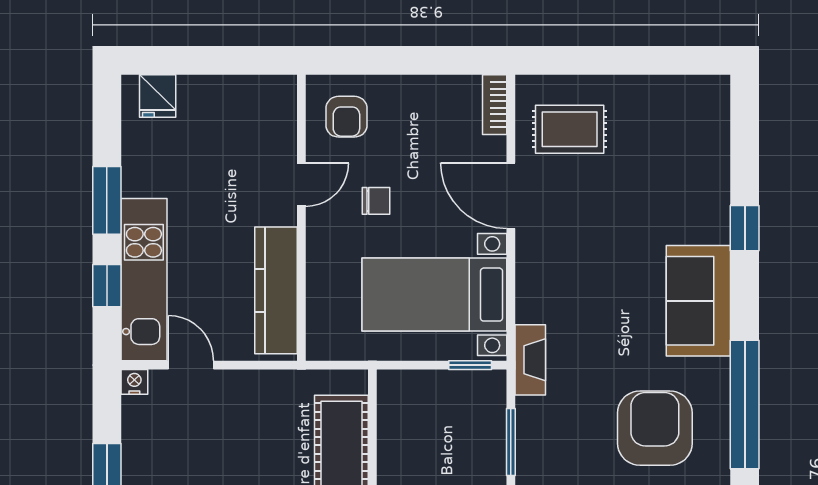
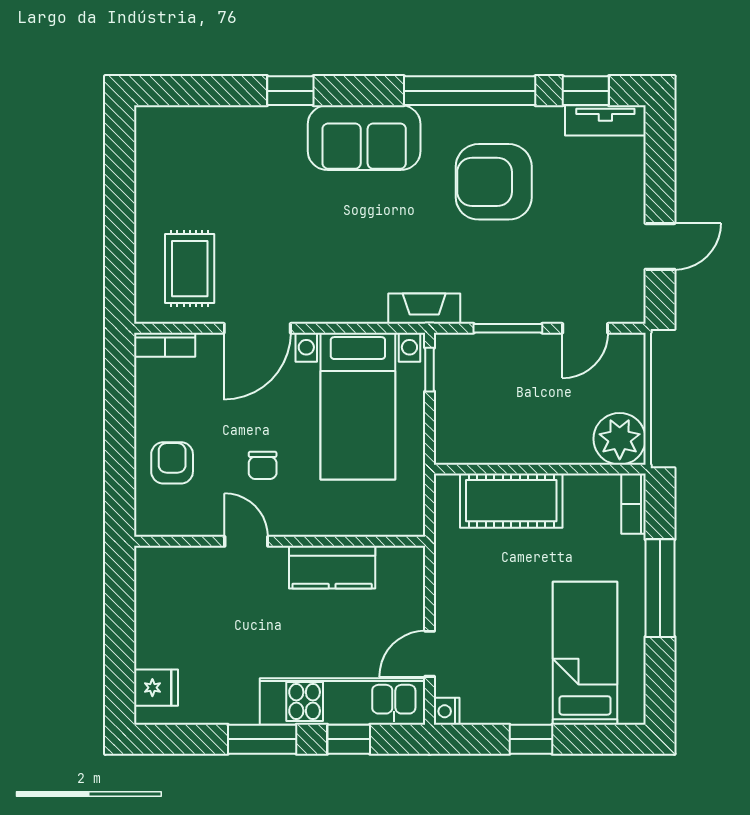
armchair: (346, 117) -> (172, 463), moved, turned -90
chair: (376, 201) -> (263, 465), turned 180
kitchen counter: (276, 290) -> (332, 567), width x0.67

